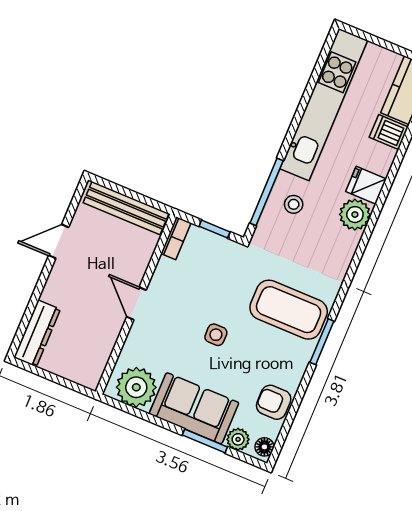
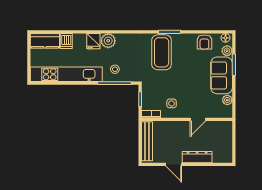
door: (136, 303) -> (198, 119), moved
dresser: (37, 333) -> (197, 157), moved
side table: (216, 335) -> (172, 103), moved
plant: (136, 387) -> (227, 100), width x0.53, depth x0.53

